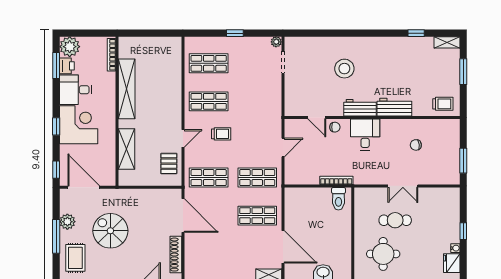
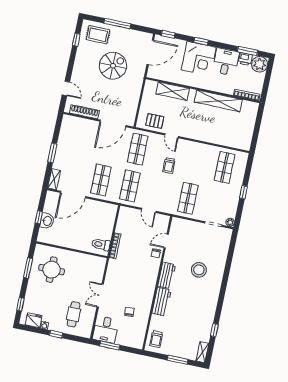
shop shelf: (209, 101) -> (188, 198), moved
desk: (365, 134) -> (106, 329), moved, turned 90
cafe table: (395, 220) -> (74, 314), moved
plant: (67, 222) -> (127, 35), removed

